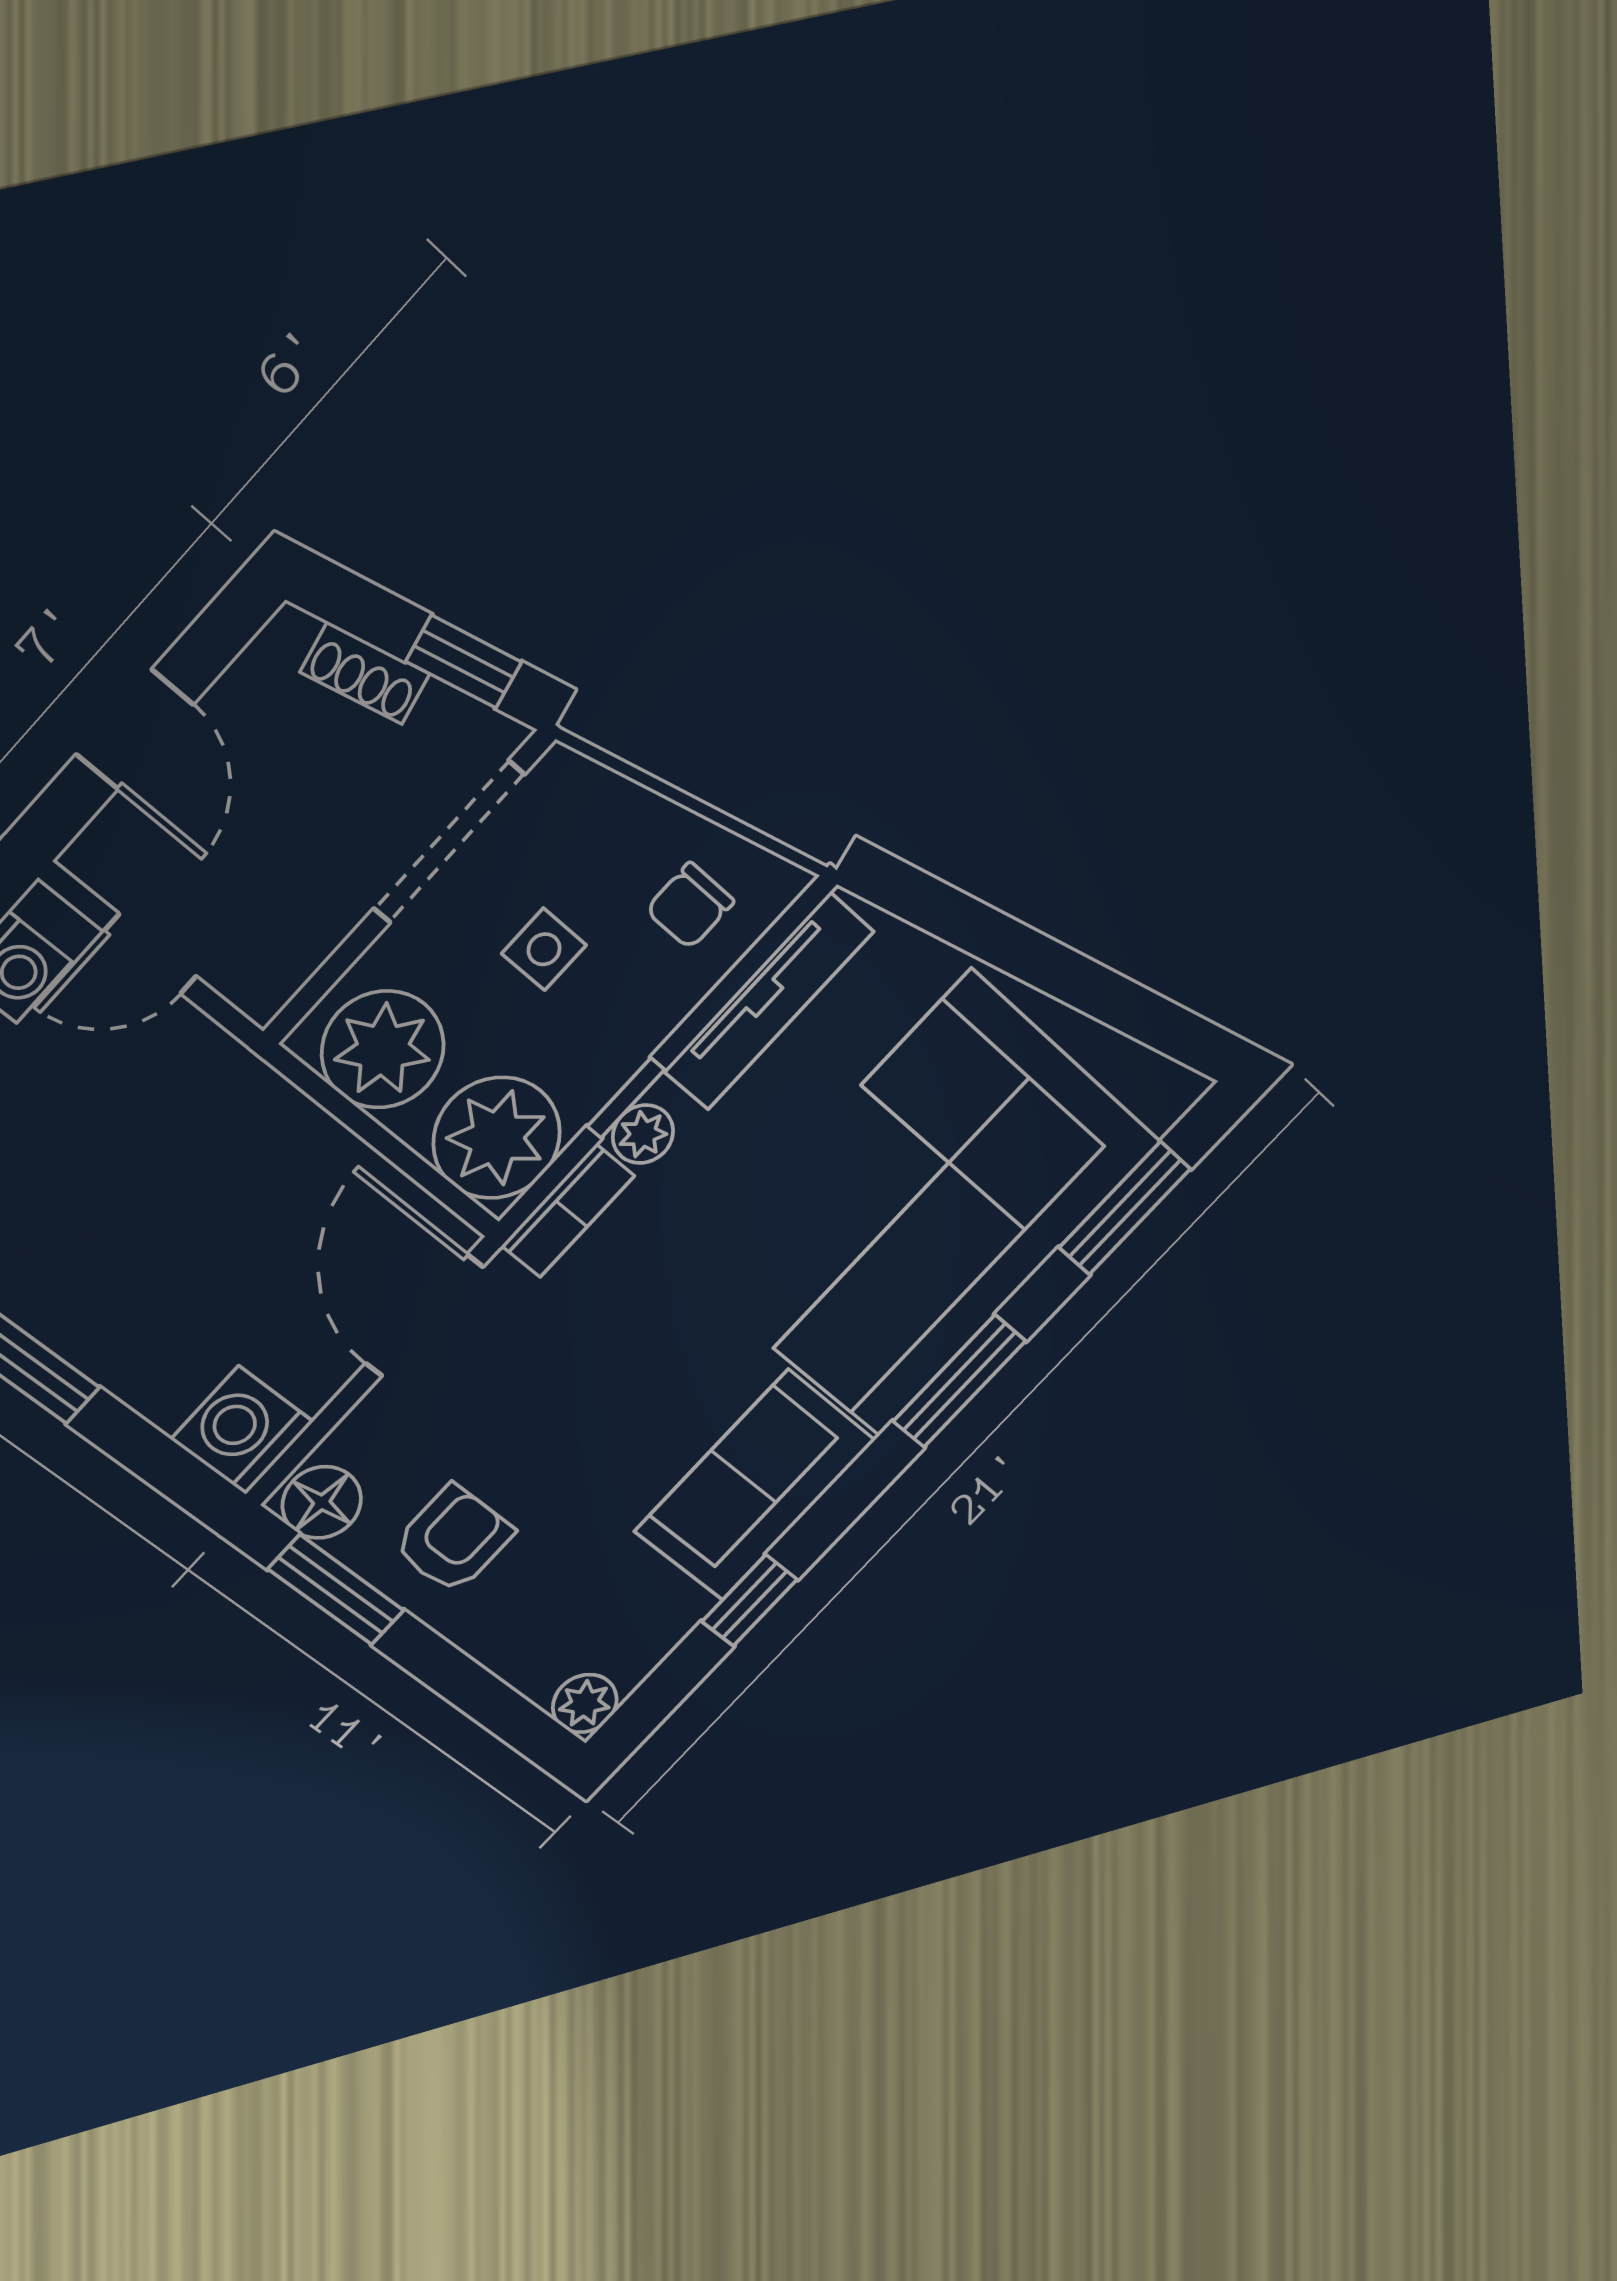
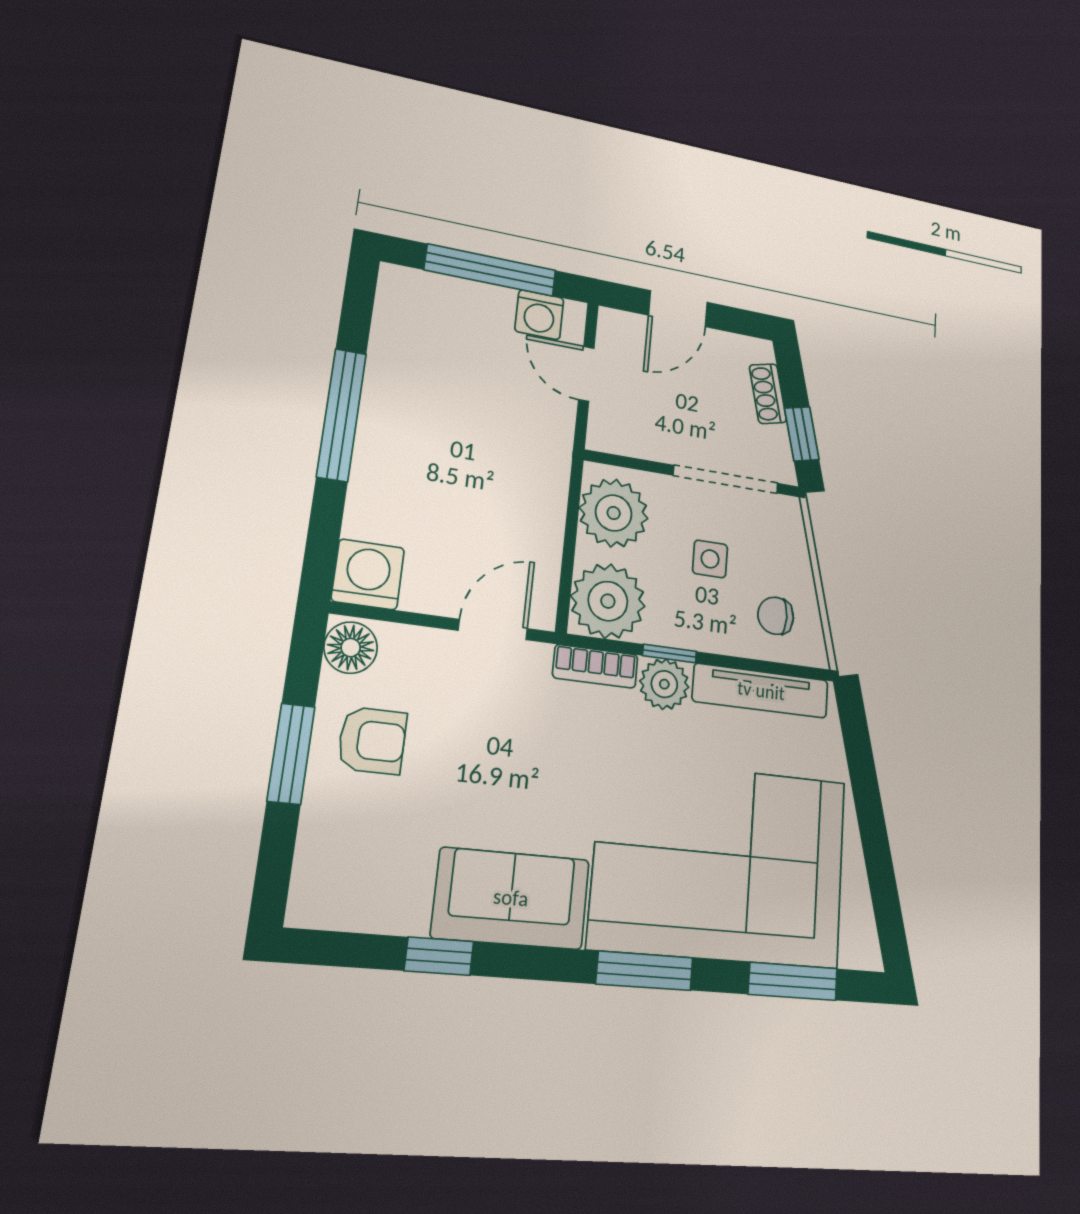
plant: (643, 1134) -> (664, 684), width x1.38, depth x1.38
door: (424, 1315) -> (493, 630), width x0.73
window: (336, 1590) -> (291, 754), moved
plant: (585, 1703) -> (311, 905), removed

